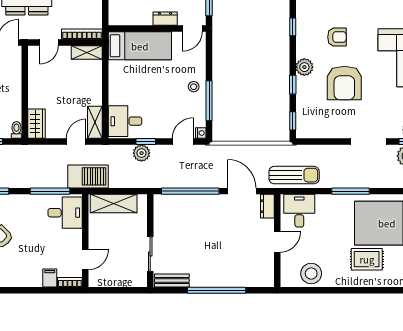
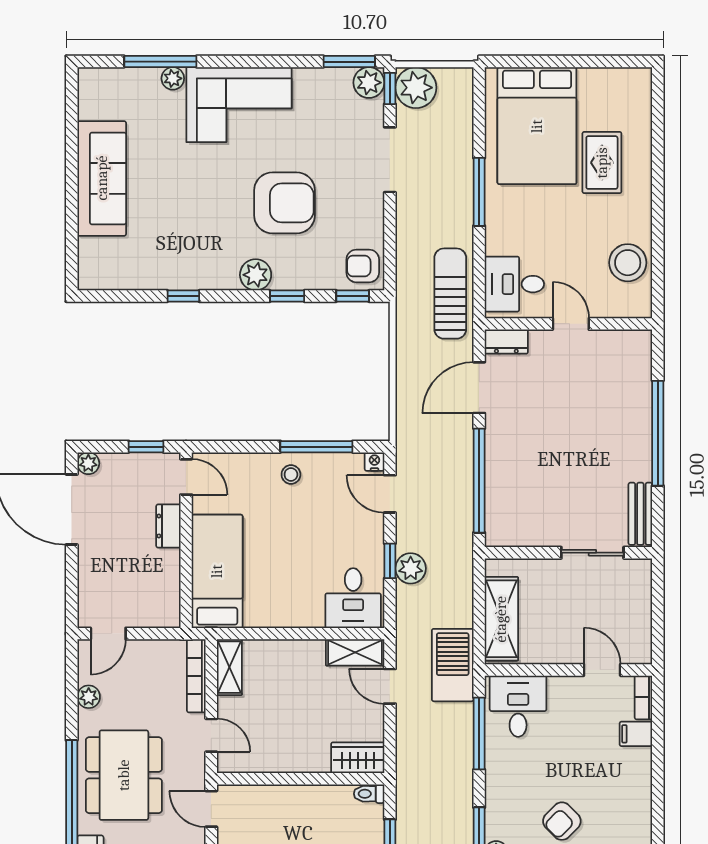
armchair: (337, 37) -> (363, 266), moved, turned -90

